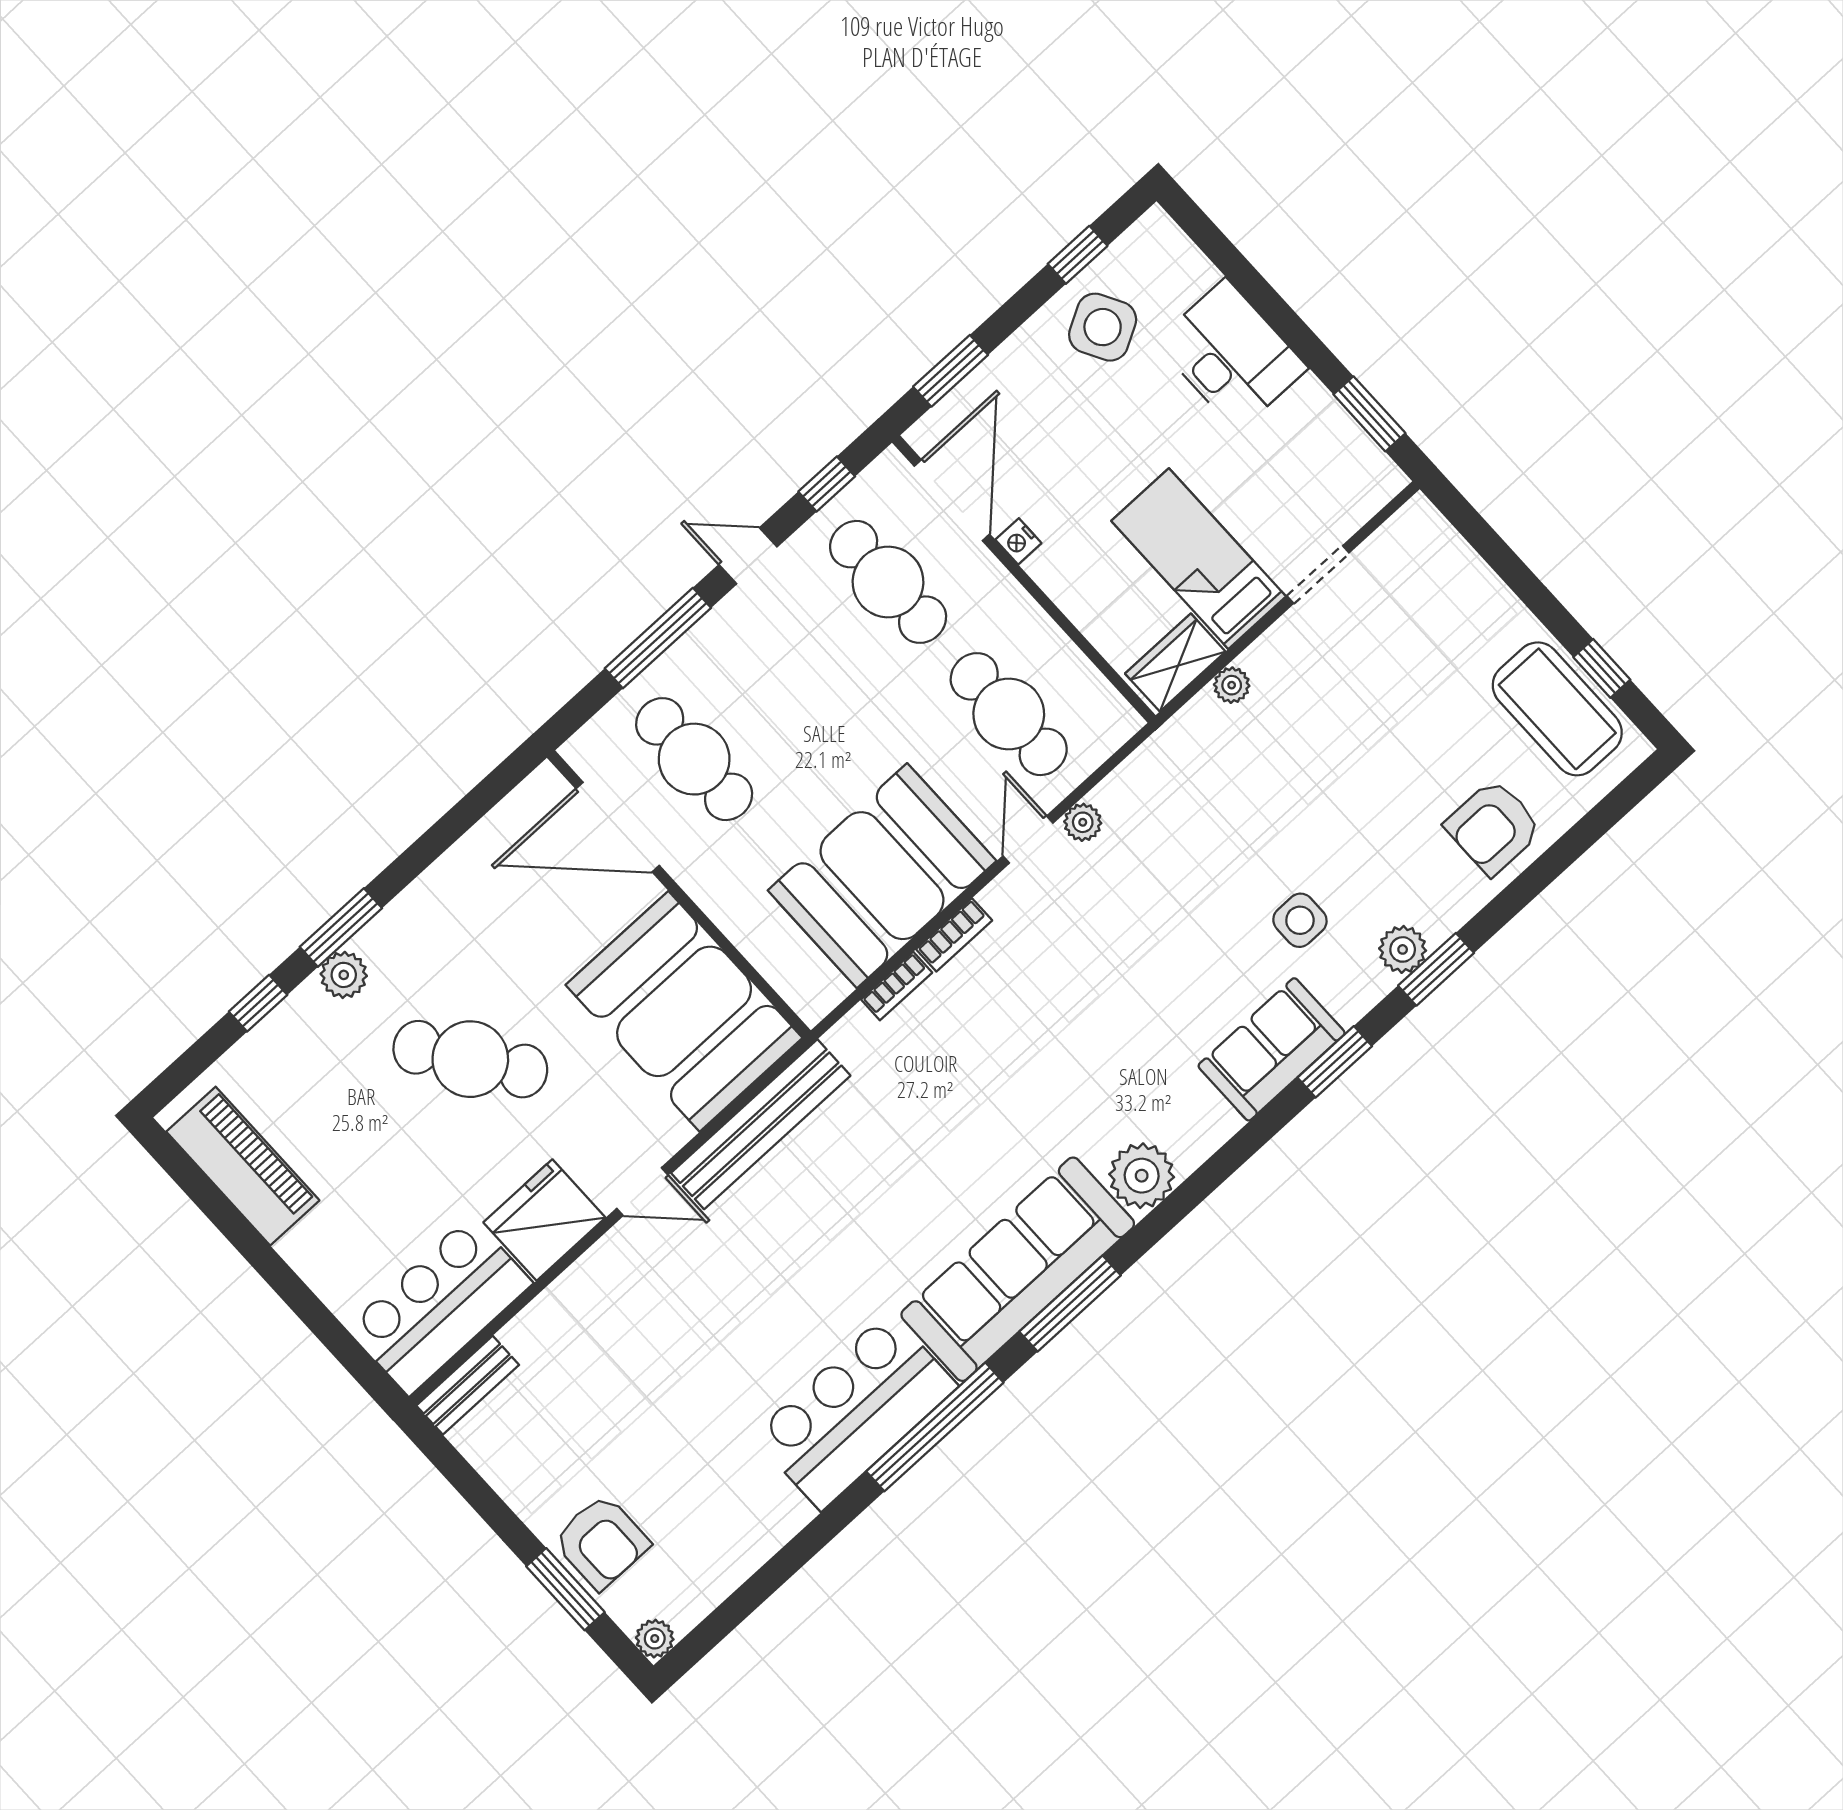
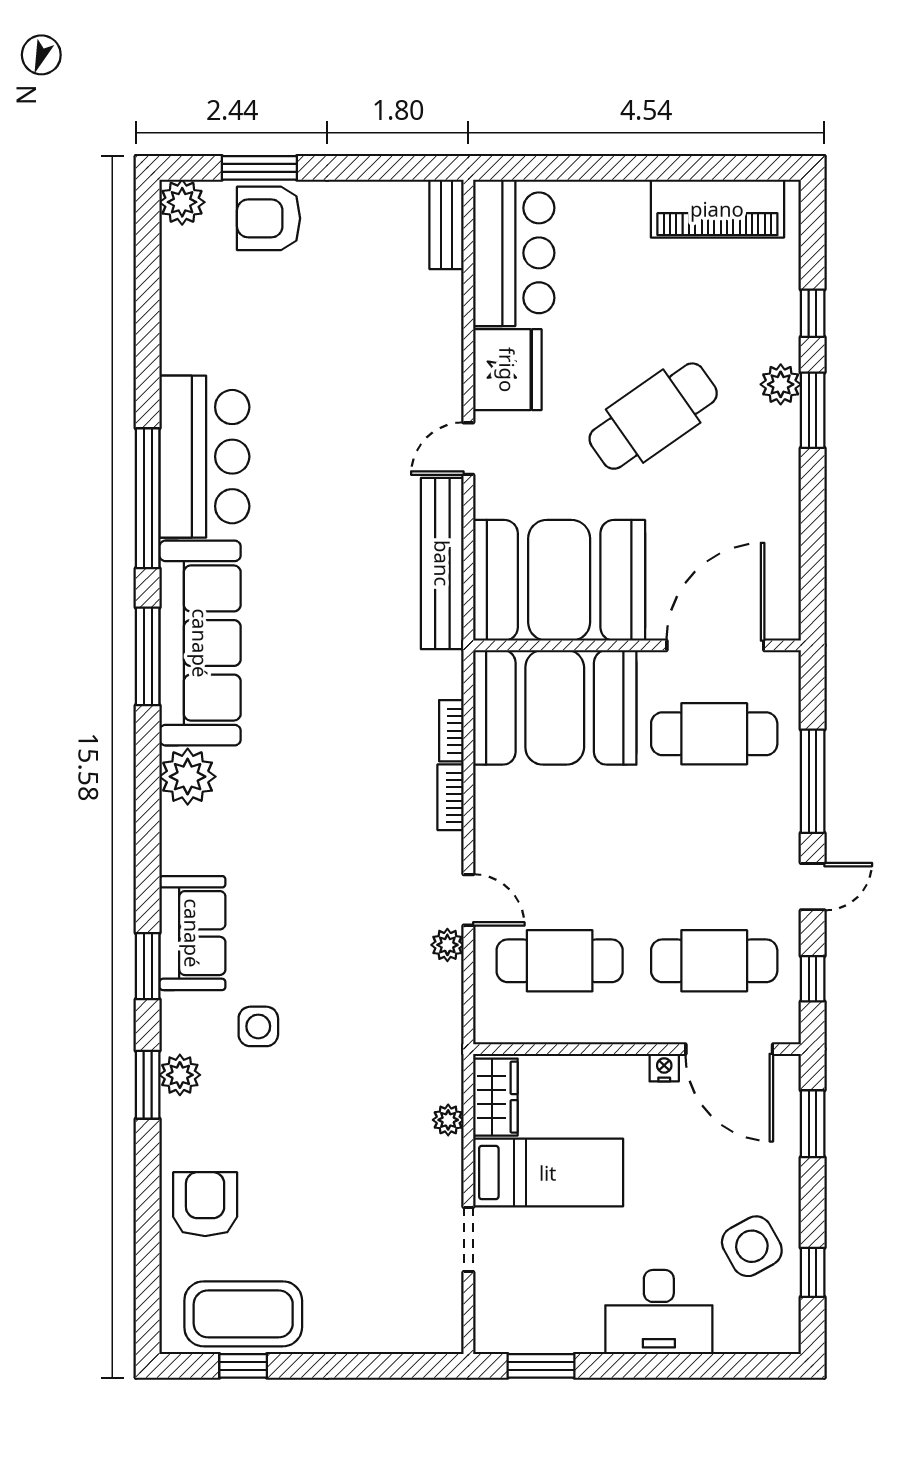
booth: (882, 876) -> (555, 707), moved, turned 90
plant: (655, 1639) -> (182, 202), width x1.38, depth x1.38

